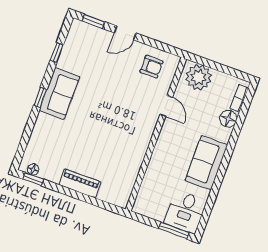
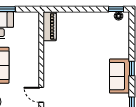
piano: (80, 183) -> (50, 26), moved, turned -90

